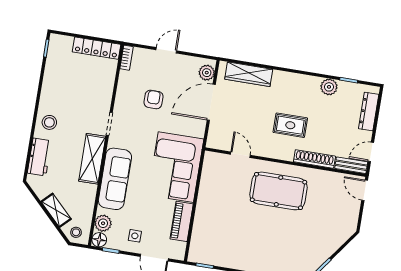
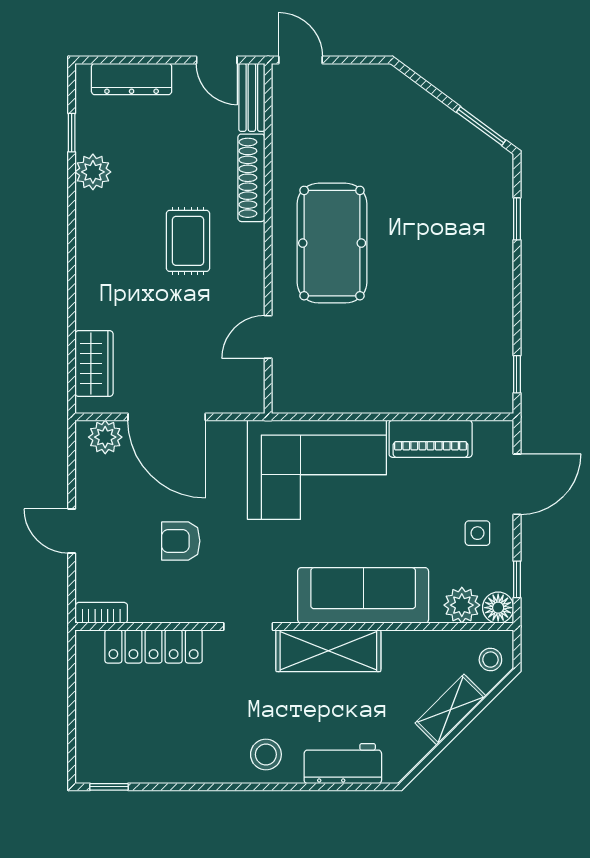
locker: (97, 48) -> (154, 646), moved, turned 90
wardrobe: (249, 74) -> (94, 364), width x0.67
door: (365, 190) -> (301, 60), swing flipped

